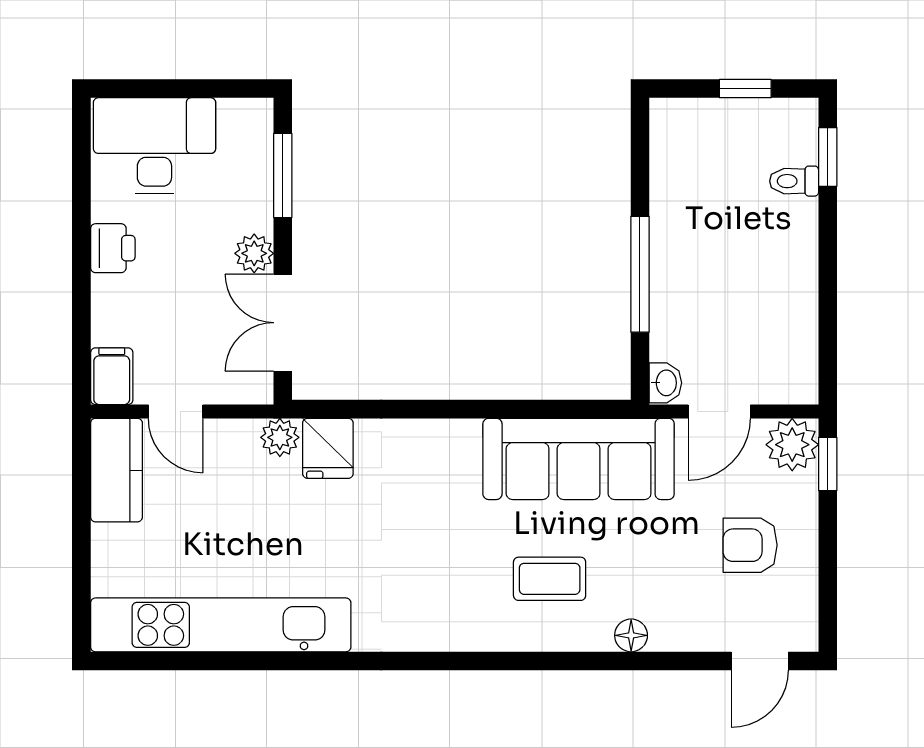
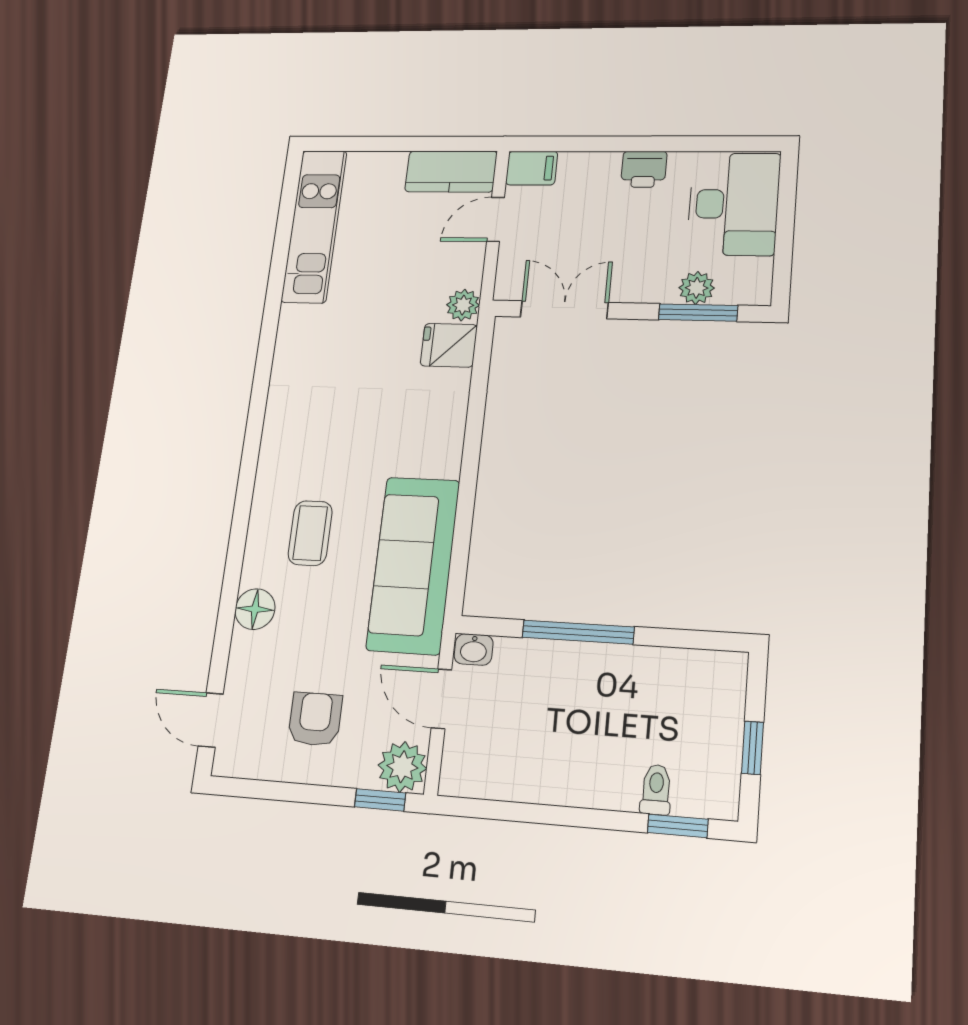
plant: (254, 253) -> (697, 288), moved
kitchen unit: (221, 625) -> (314, 226), width x0.73
floor lamp: (631, 635) -> (255, 609), width x1.37, depth x1.37

